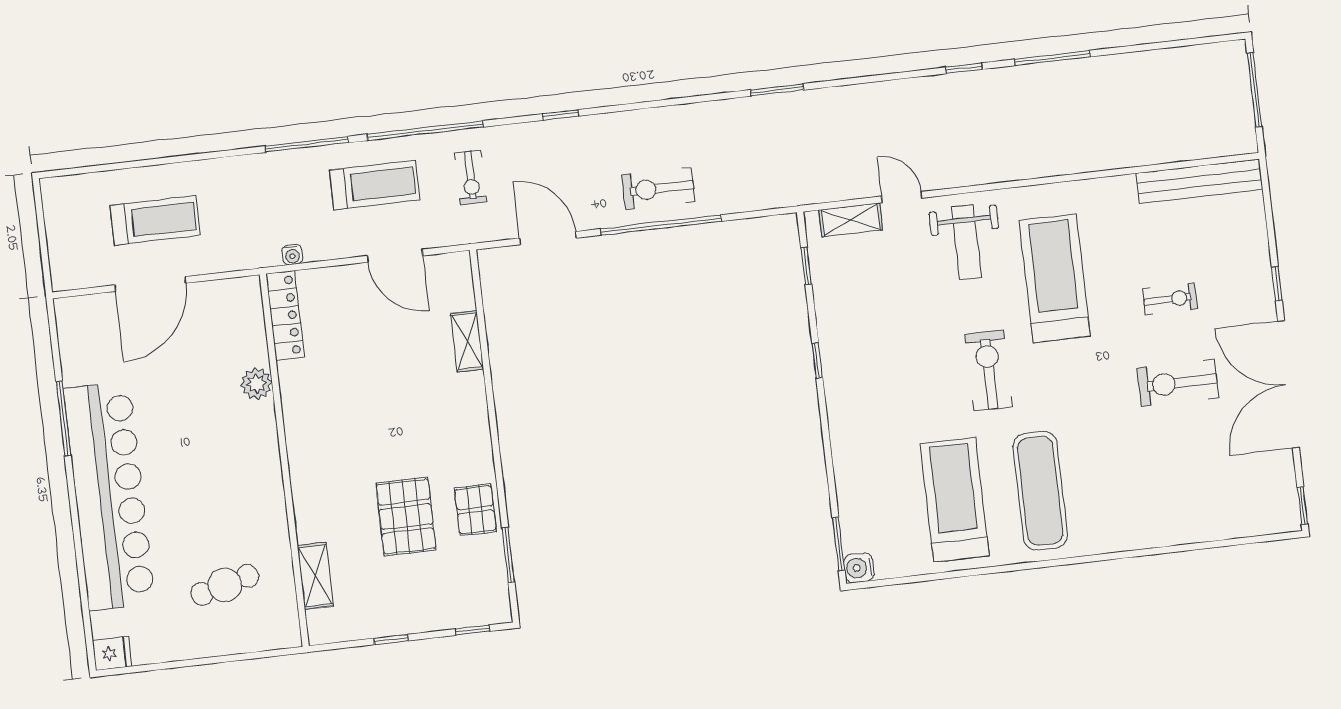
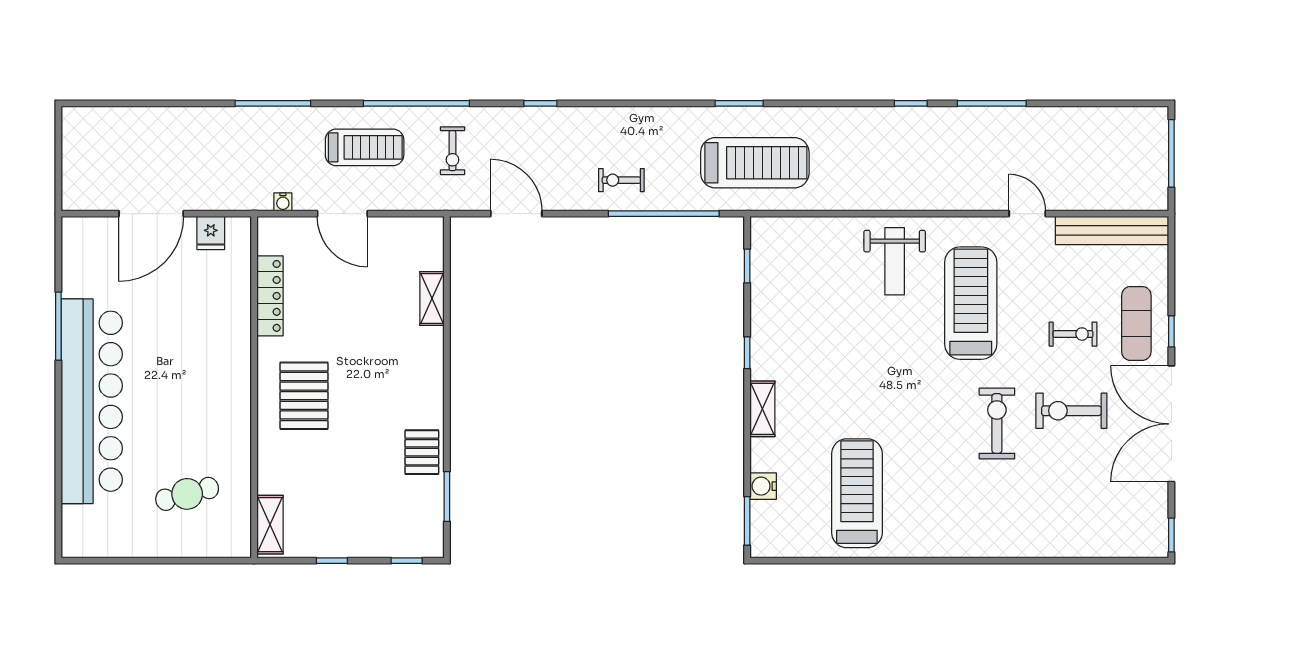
window: (307, 144) -> (273, 103), moved
exercise bike: (658, 188) -> (621, 180), width x0.73, depth x0.72
door: (902, 197) -> (1027, 214), moved
treadmill: (155, 220) -> (755, 163), moved, width x1.37, depth x1.38
shelving: (851, 220) -> (762, 409), moved, turned 90
window: (661, 225) -> (664, 214), moved
door: (395, 256) -> (342, 214), moved
locker: (285, 316) -> (270, 296), moved
exercise bike: (989, 370) -> (997, 423), moved
plant: (256, 384) -> (237, 315), removed
exercise mat: (1040, 491) -> (1136, 323), moved, width x0.73, depth x0.69
pallet: (406, 517) -> (304, 396), moved
water cooler: (859, 568) -> (763, 486), moved
shelving: (315, 576) -> (270, 525), moved
fridge: (112, 653) -> (211, 233), moved, turned 90

